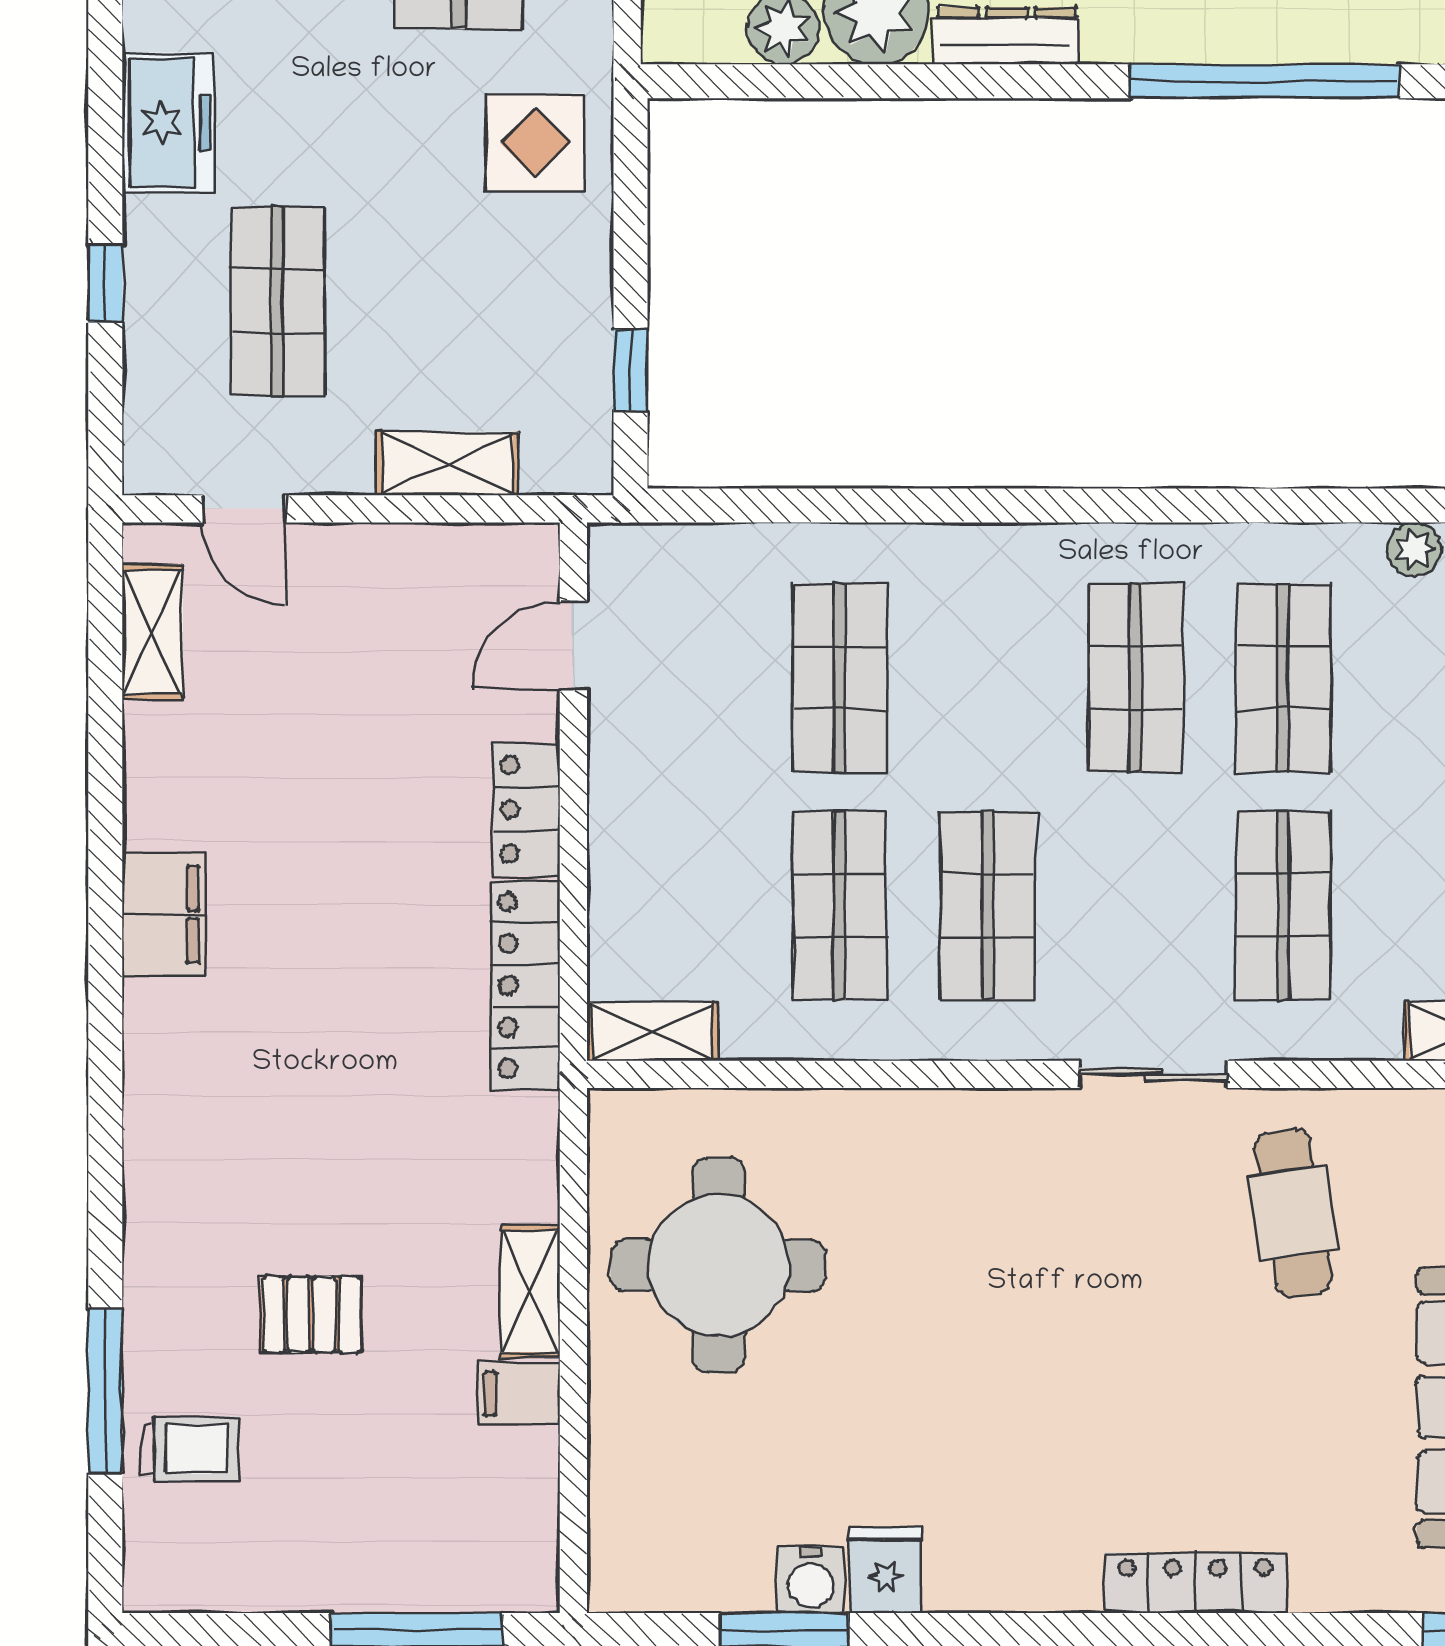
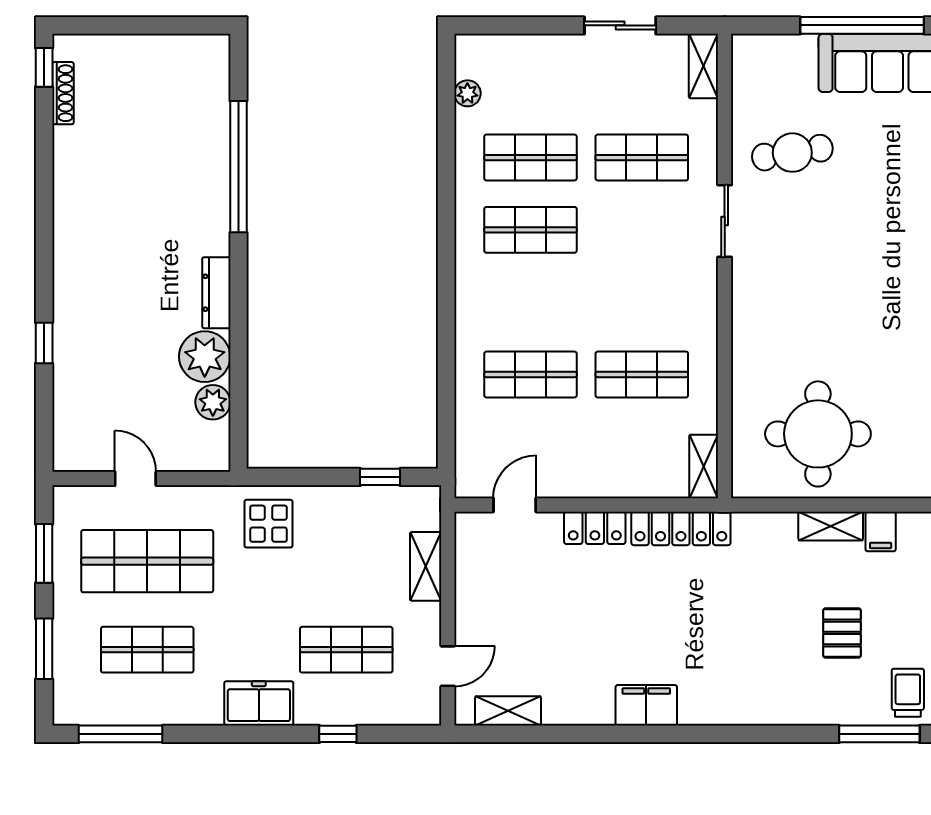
door: (573, 645) -> (515, 505), swing flipped
shop shelf: (988, 905) -> (642, 302), removed

